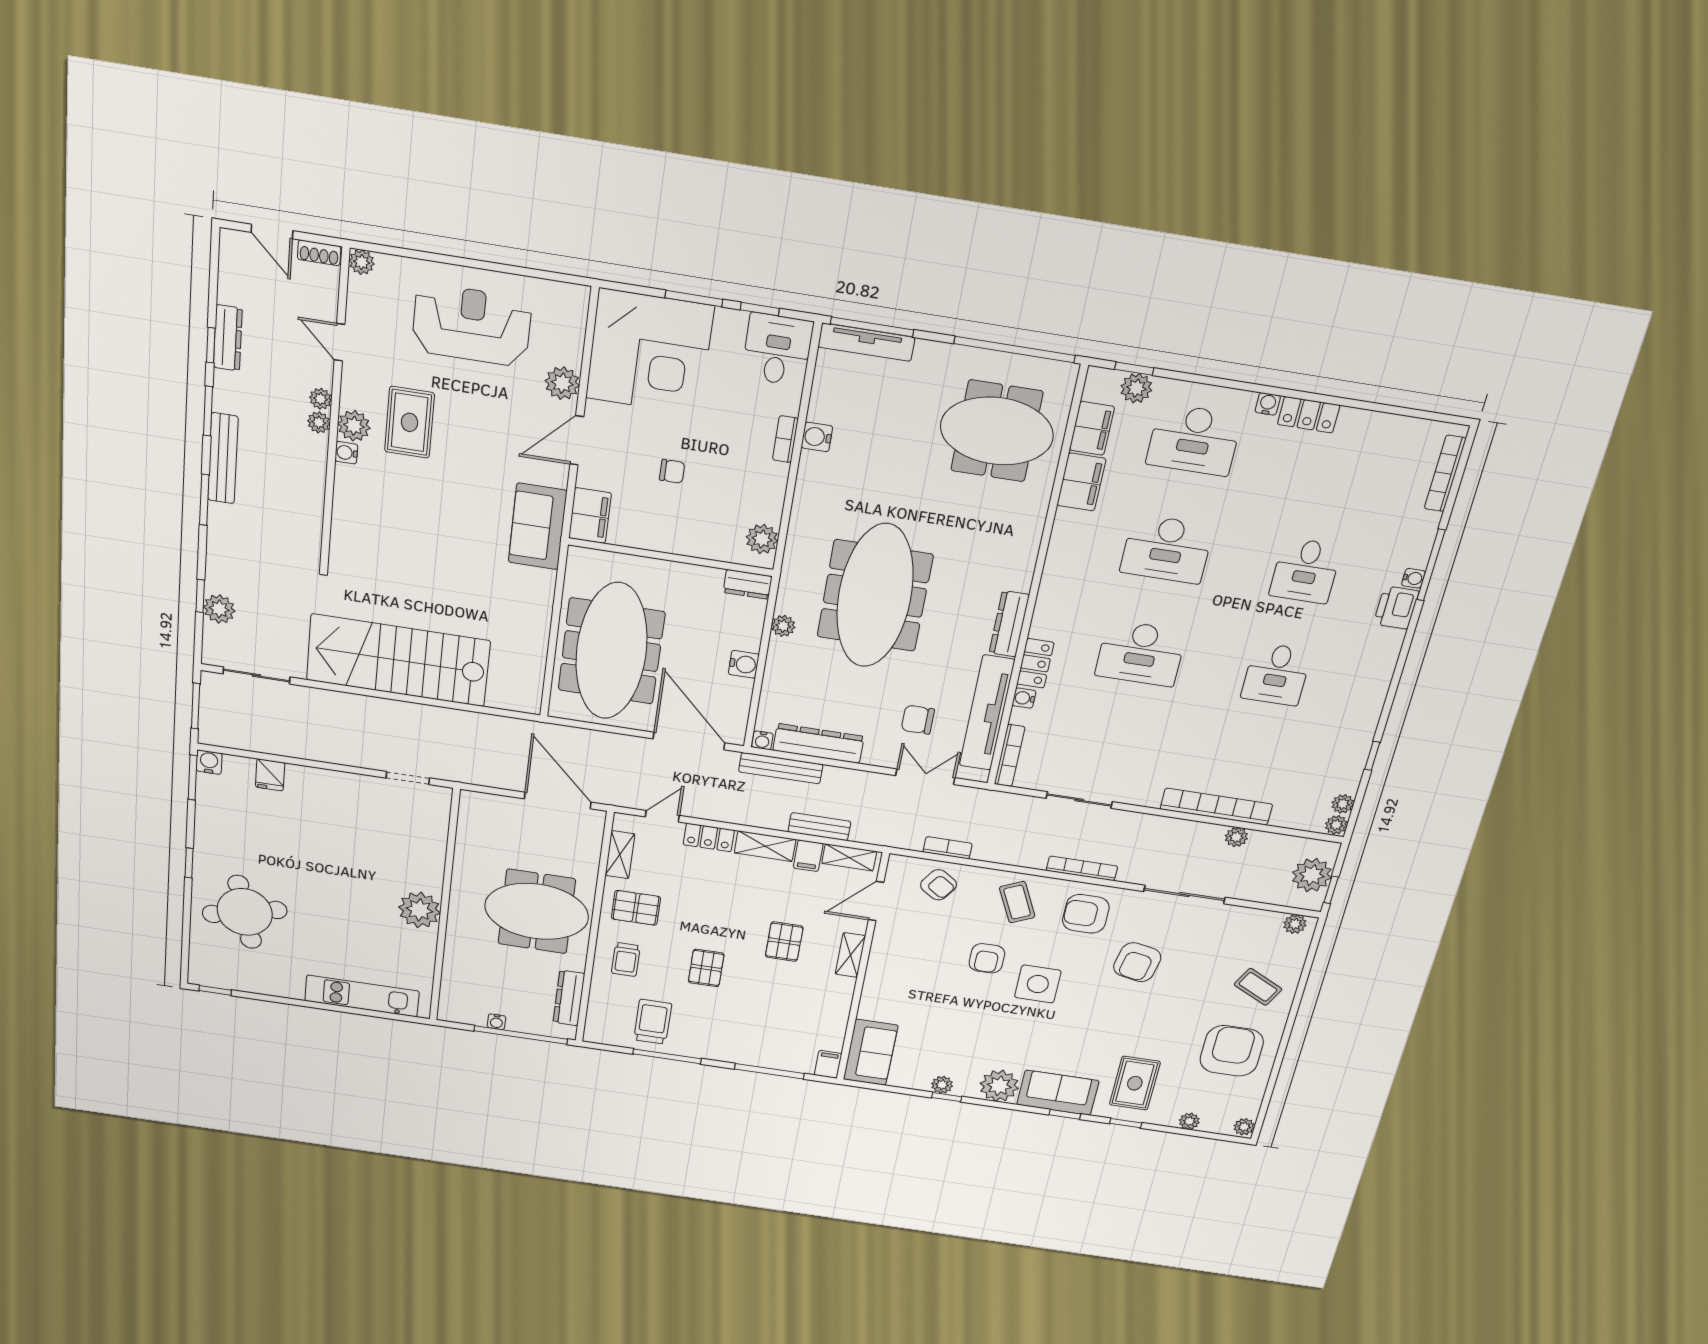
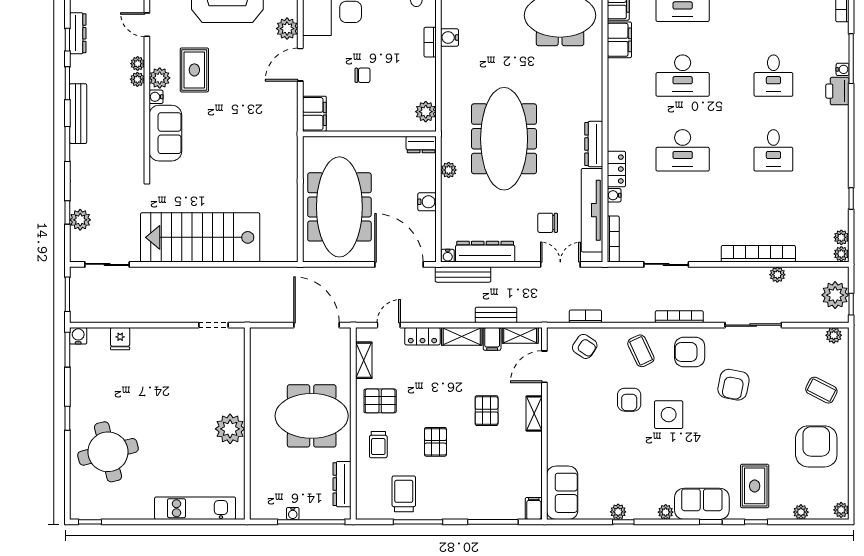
sofa: (538, 526) -> (165, 133), moved, turned 180
plant: (999, 1086) -> (666, 512), width x0.53, depth x0.53

